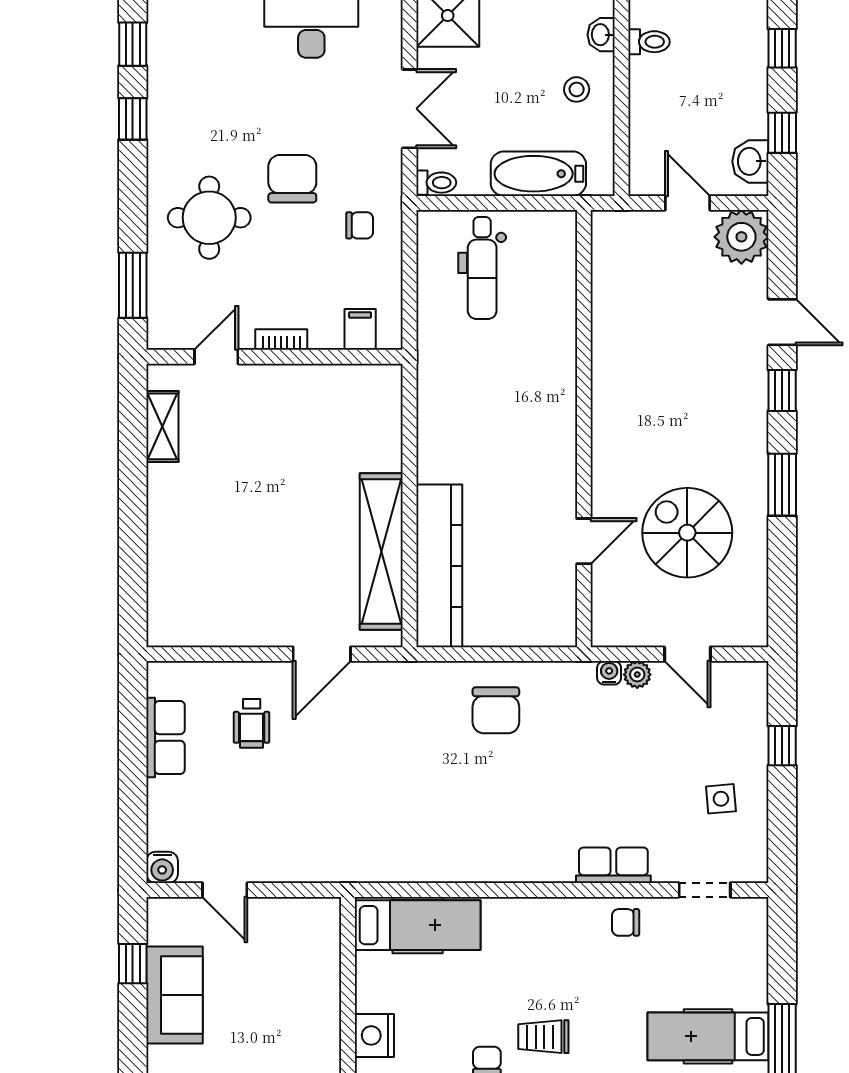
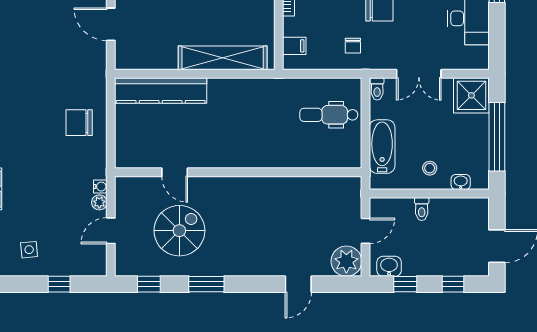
toilet: (649, 42) -> (422, 209), moved
window: (782, 390) -> (149, 284), moved
shelving: (381, 551) -> (223, 58), moved

